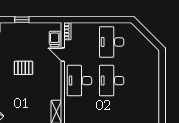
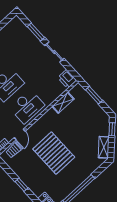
pallet: (23, 68) -> (54, 153), width x2.05, depth x2.00

